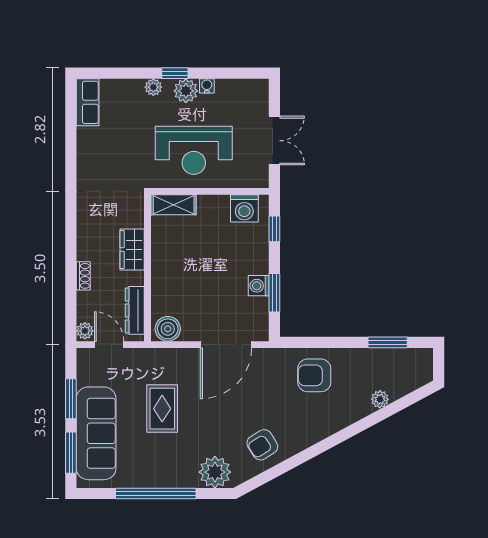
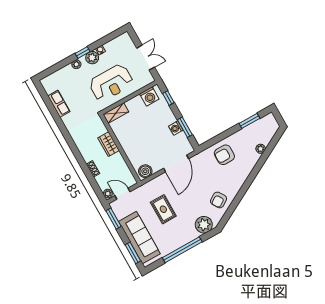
row of seats: (88, 102) -> (59, 104), moved
dresser: (135, 310) -> (125, 171), removed
window: (71, 399) -> (113, 219), moved

